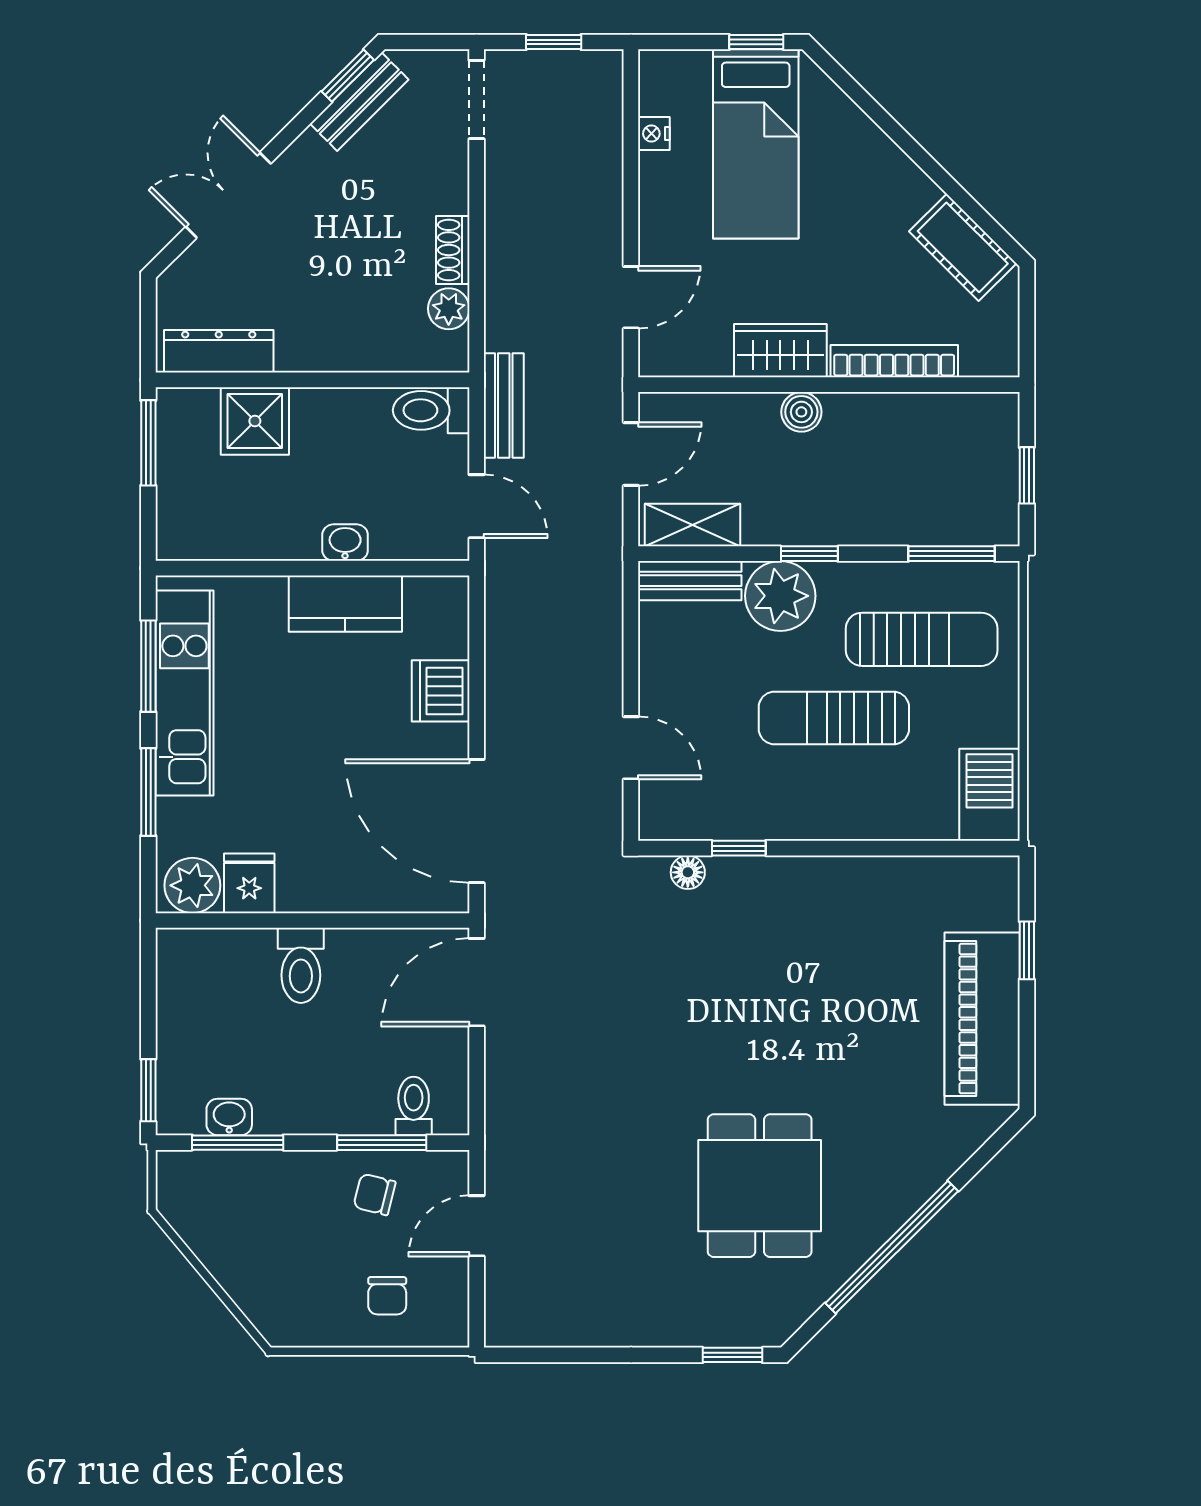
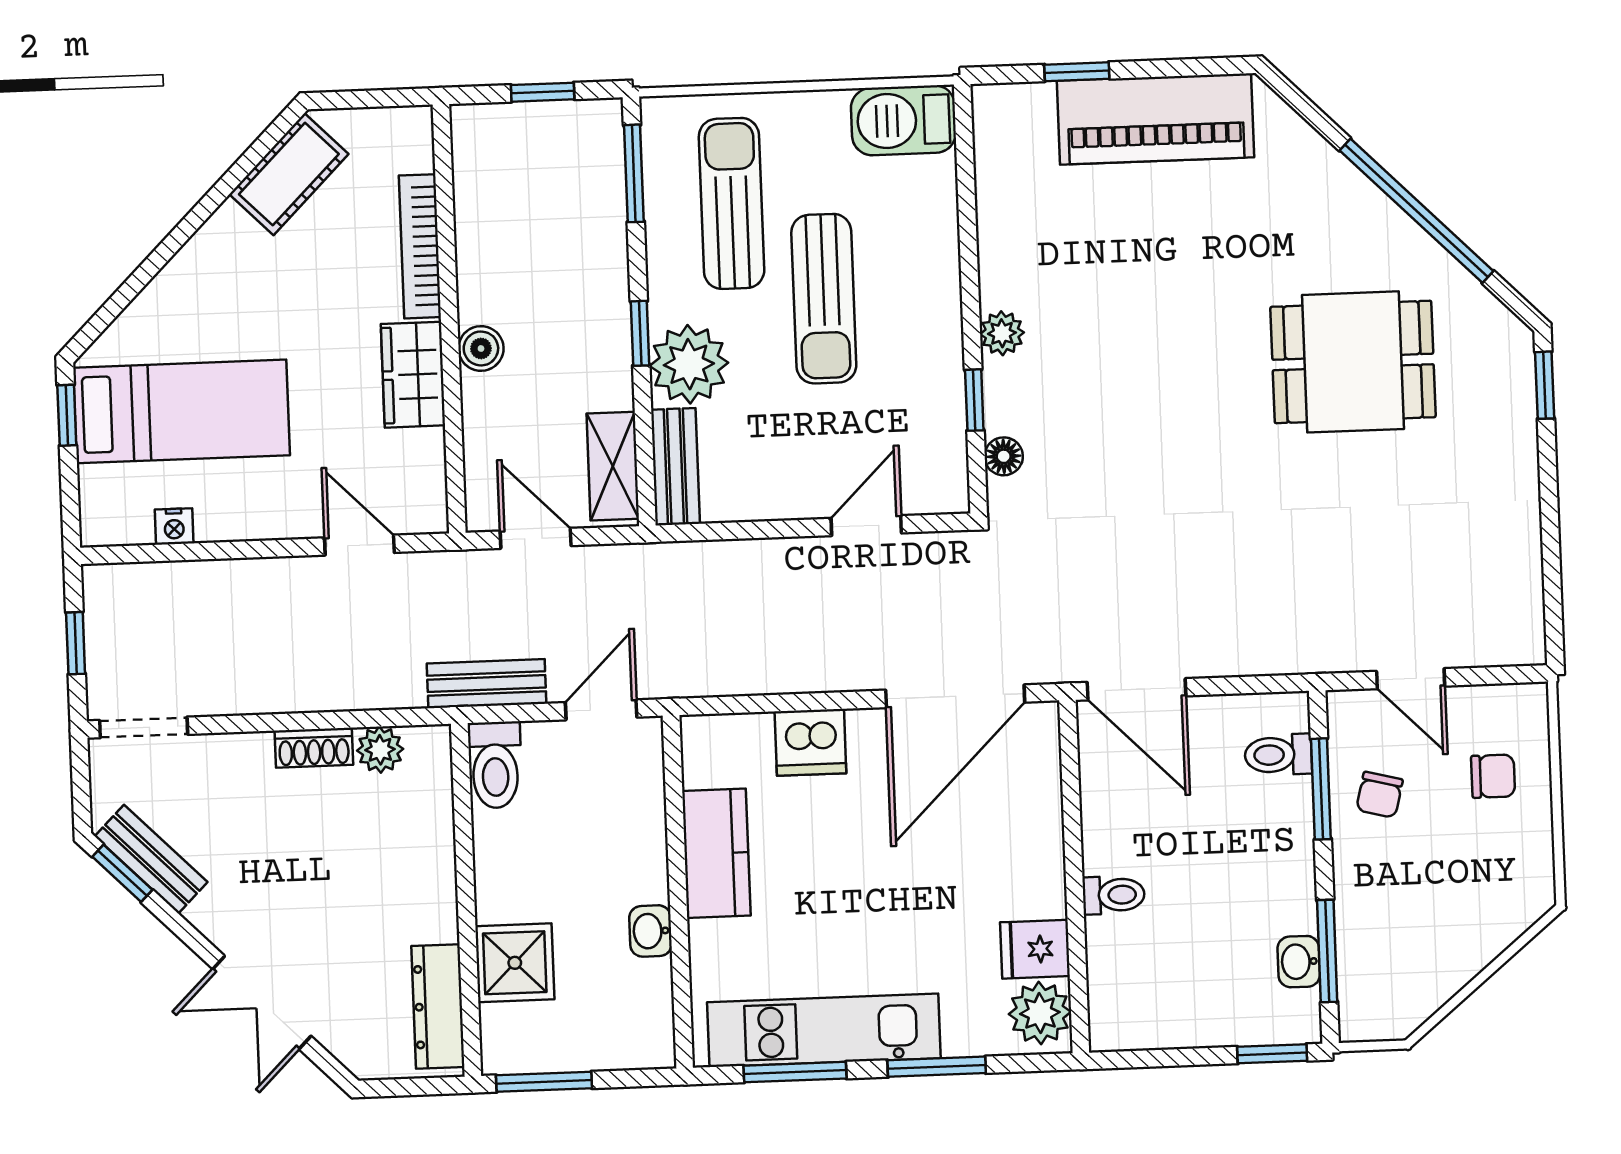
washbasin: (345, 543) -> (650, 931), moved
plant: (797, 875) -> (1002, 333), added
toilet: (301, 965) -> (1114, 895), width x0.73, depth x0.72

